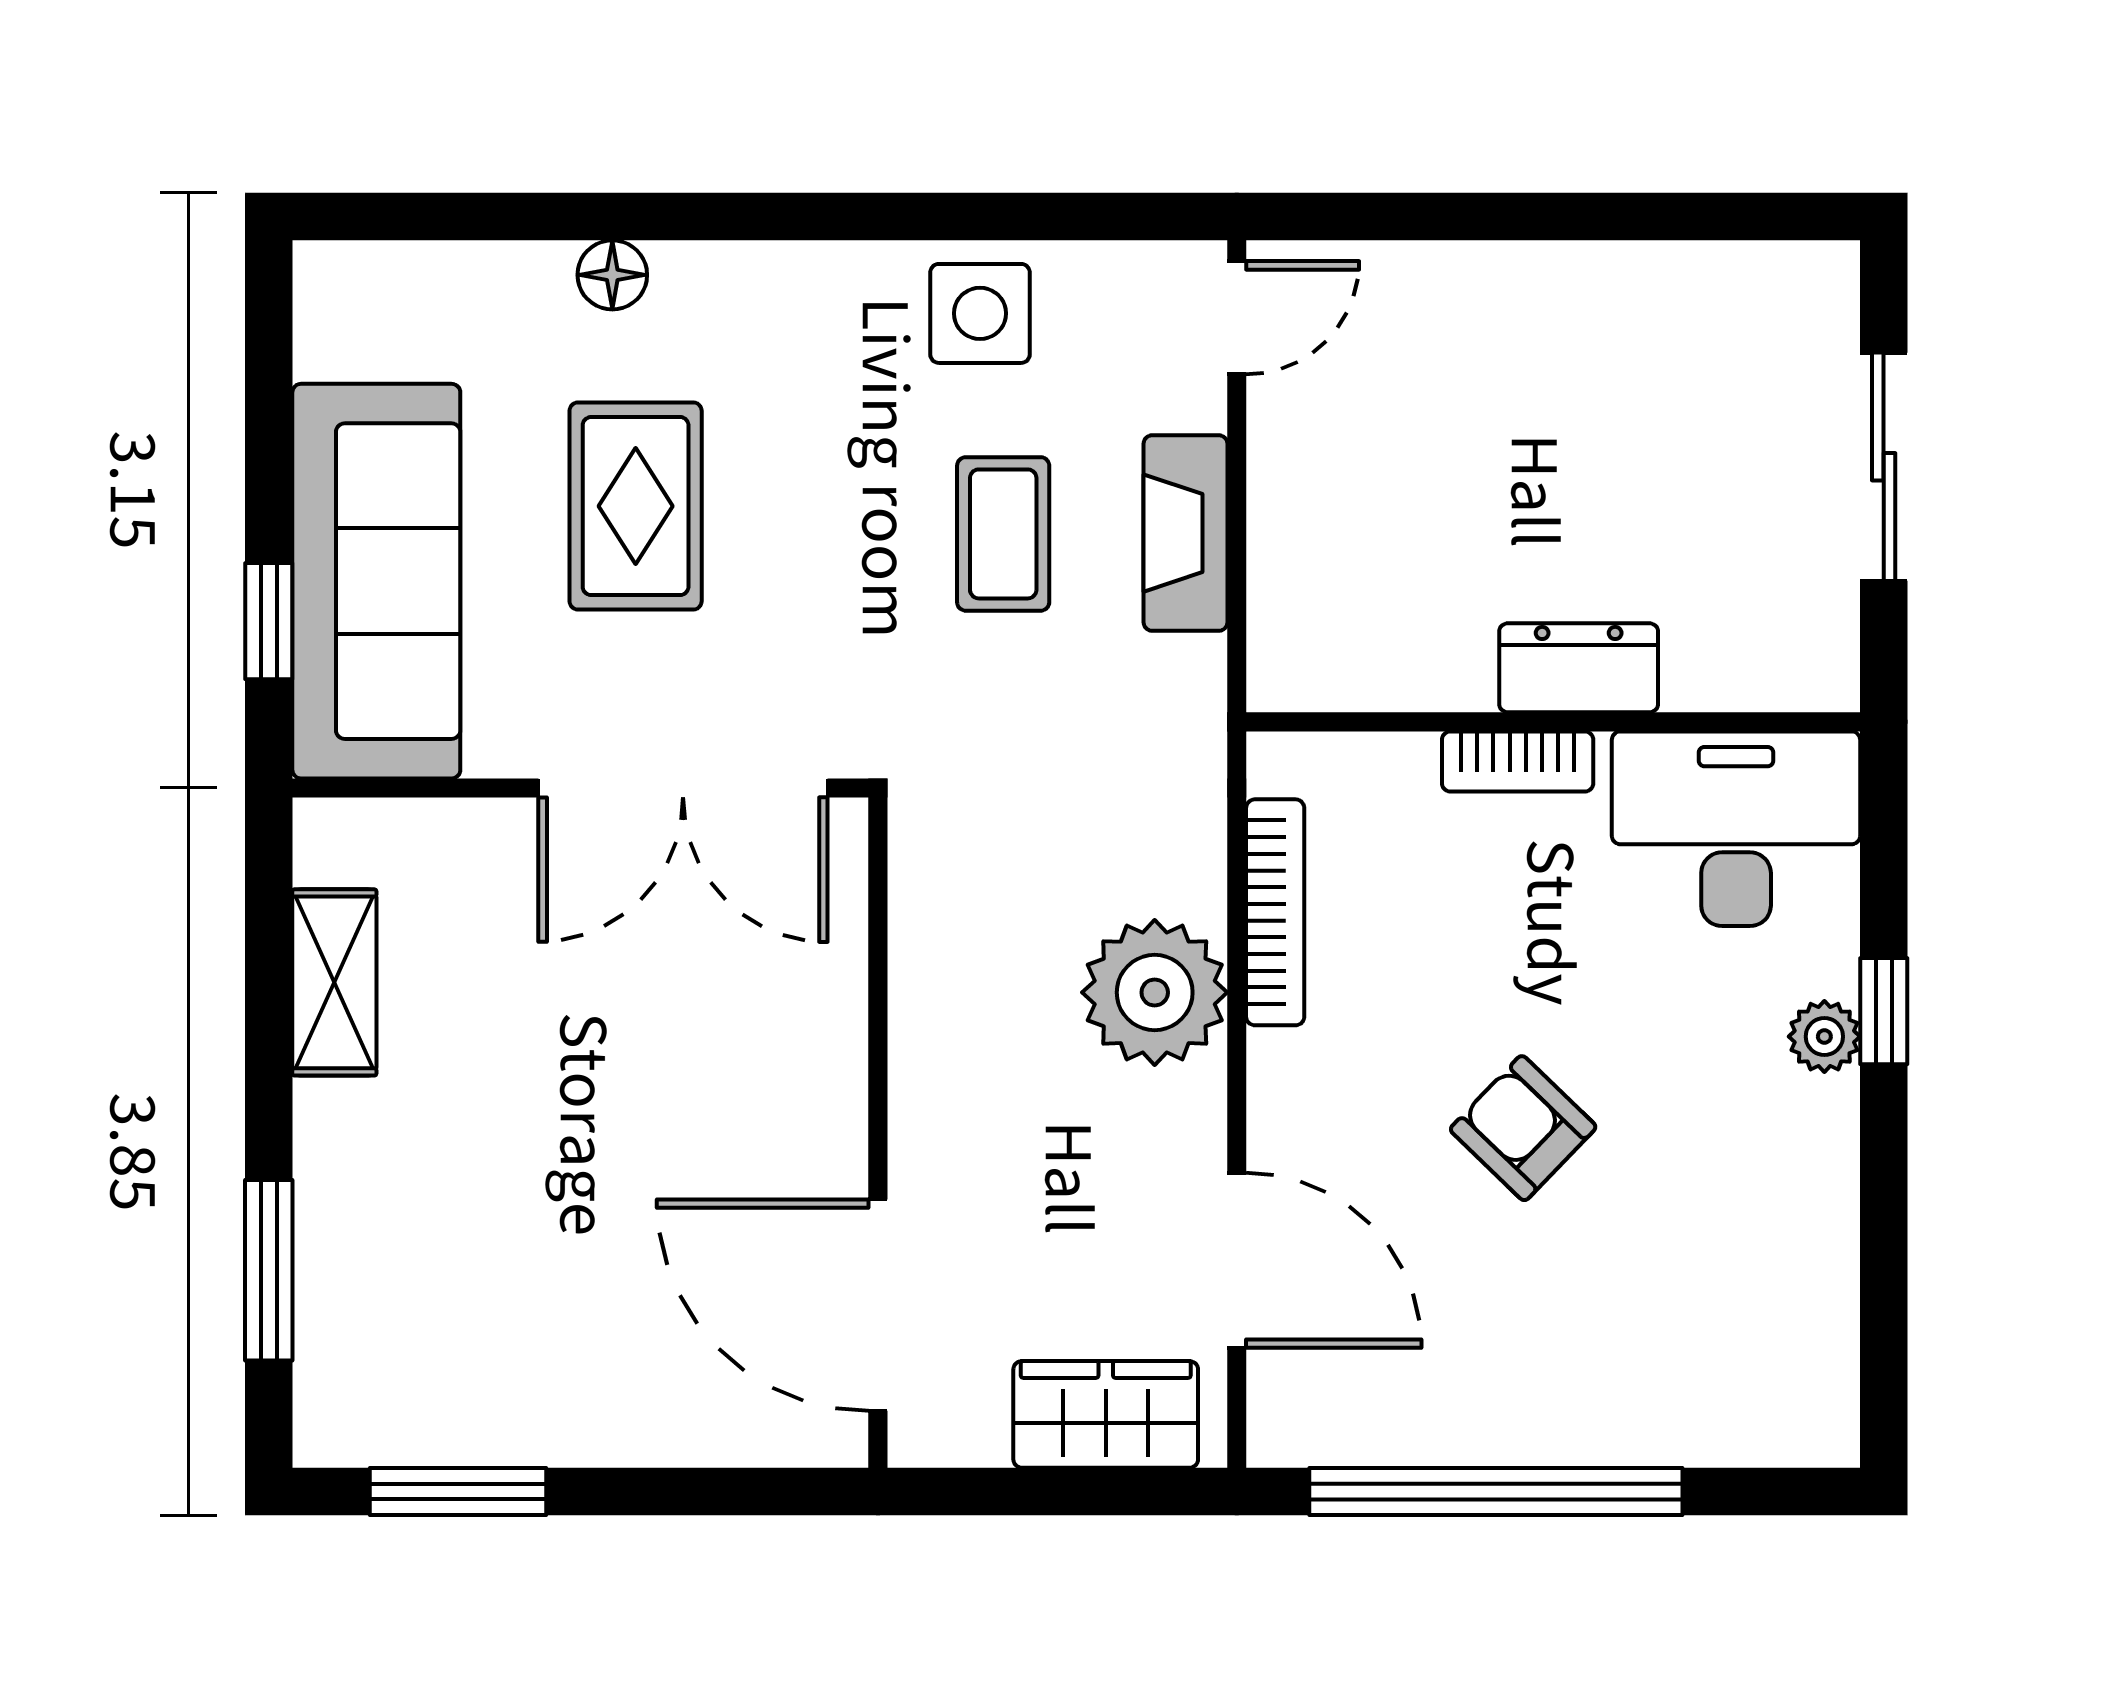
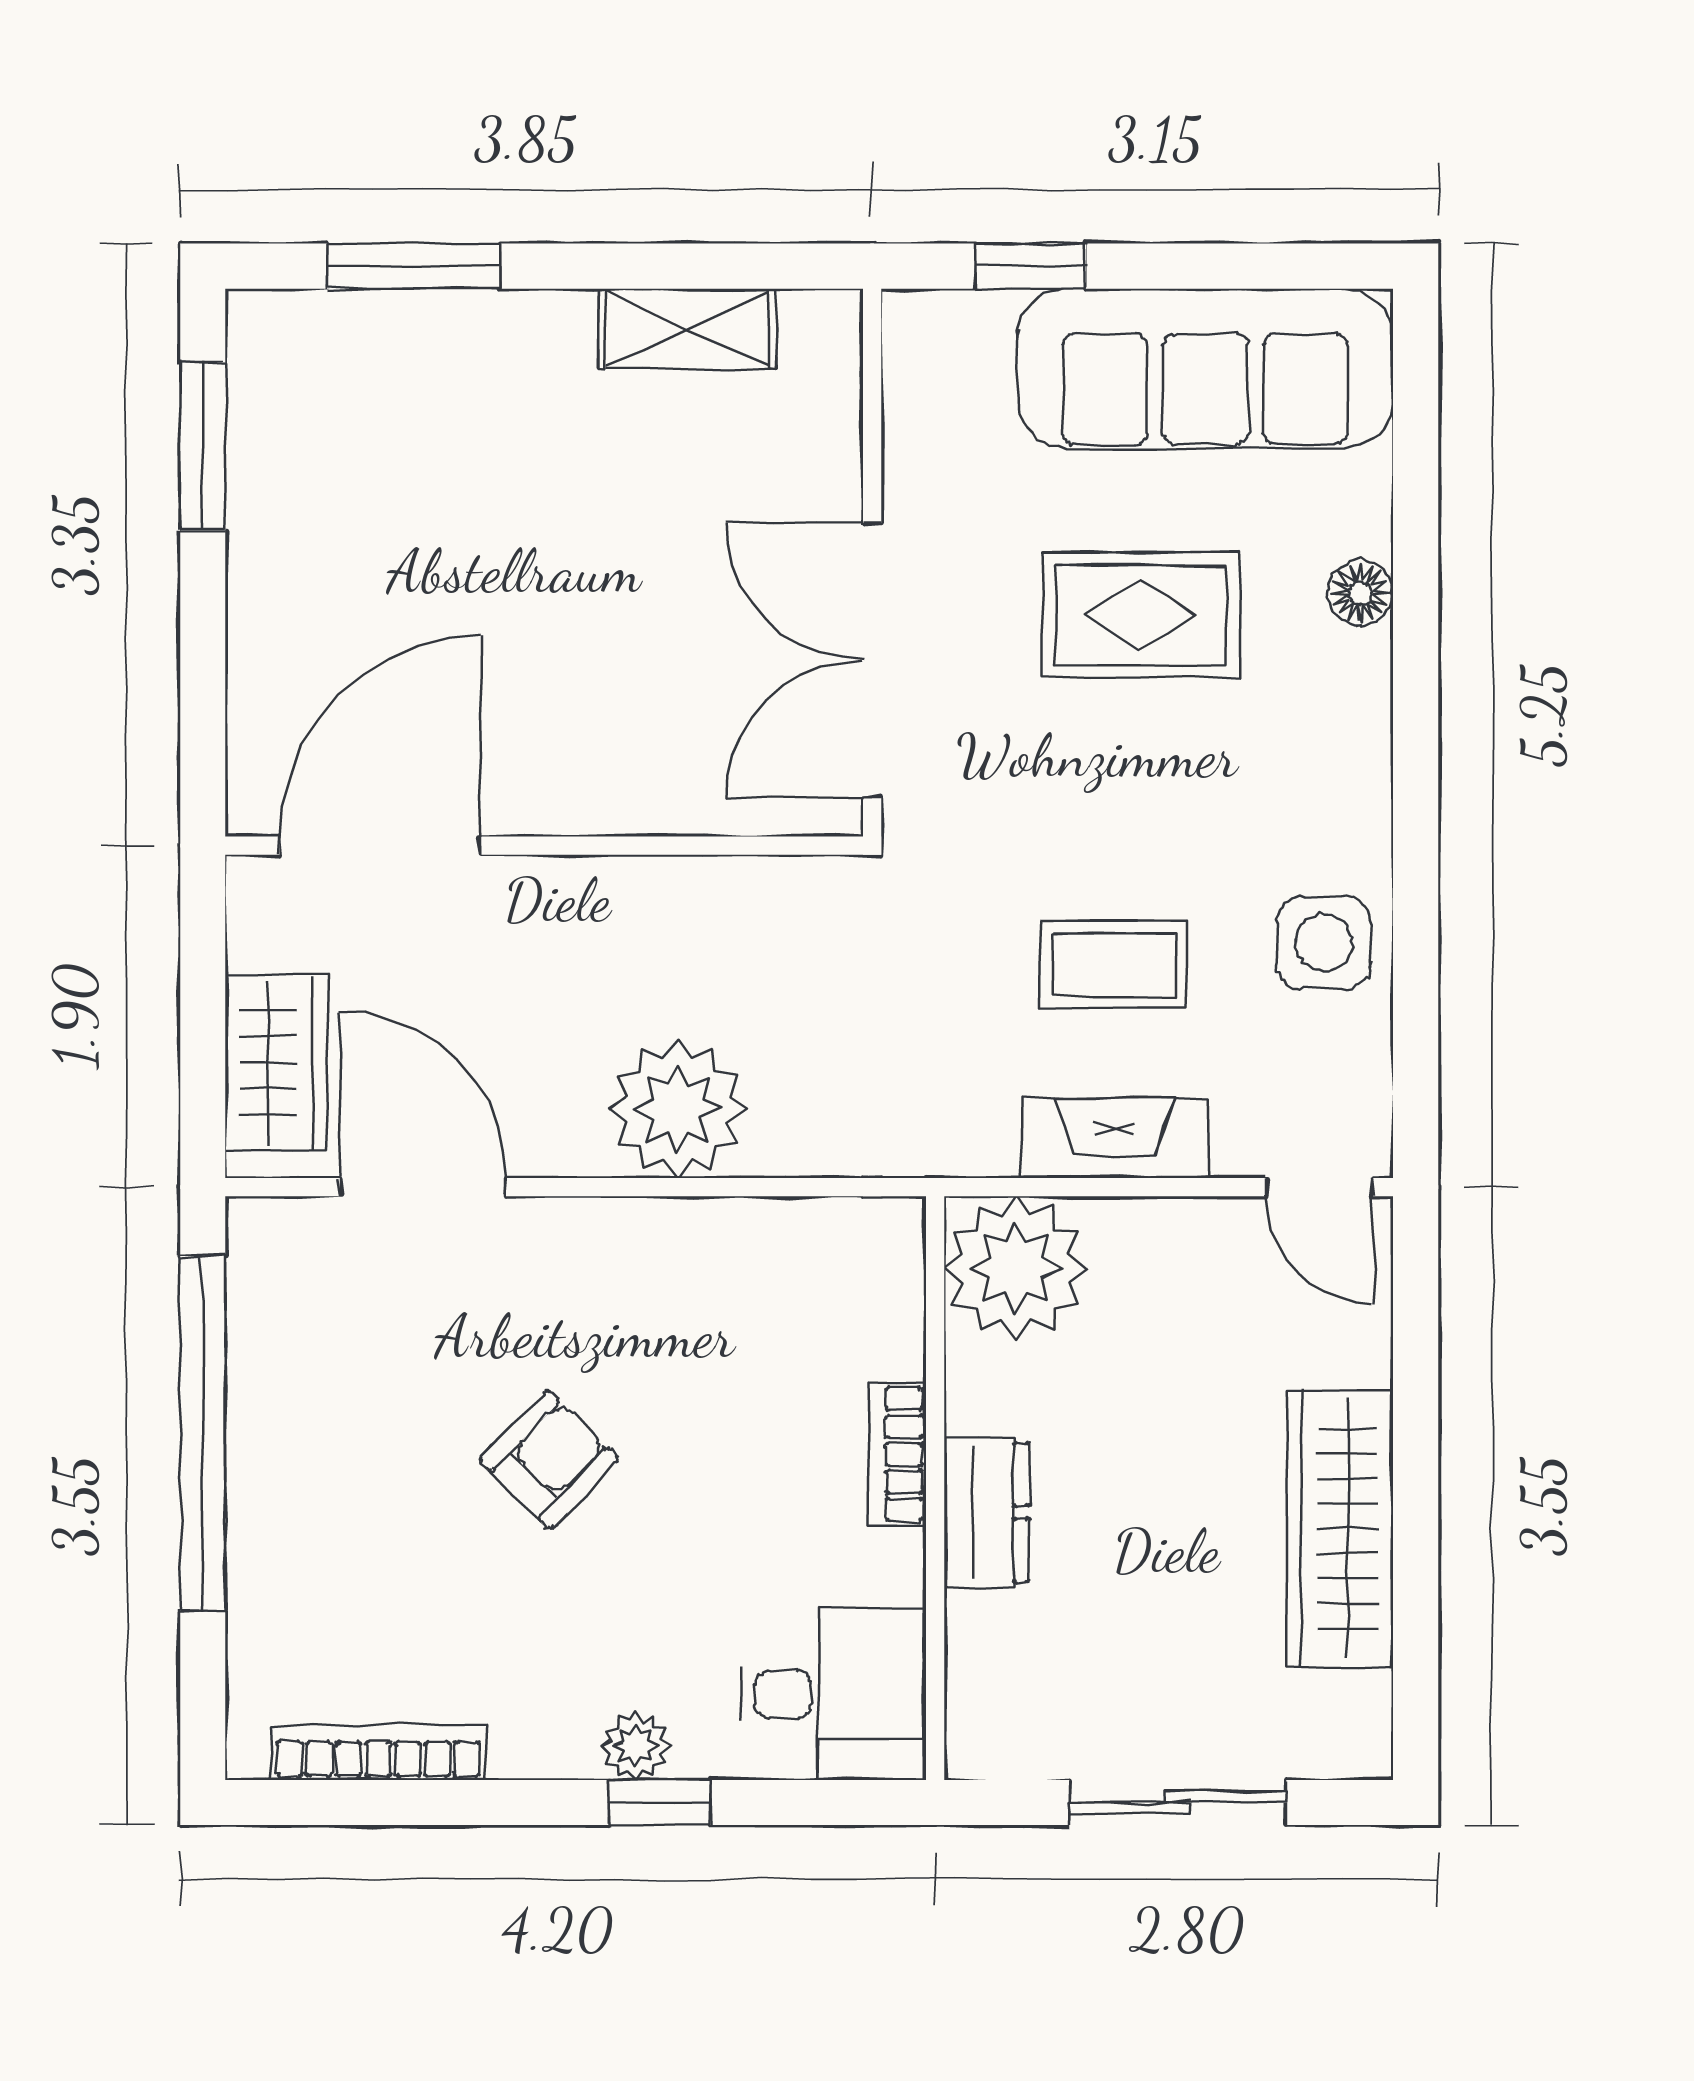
wardrobe: (1596, 297) -> (1340, 1529), added
sofa: (376, 581) -> (1205, 368), moved
plant: (1322, 637) -> (1016, 1268), added
desk: (1736, 829) -> (833, 1694), width x0.73
bookcase: (1275, 912) -> (378, 1753), moved, turned 180
door: (1237, 1260) -> (423, 1187), swing flipped

